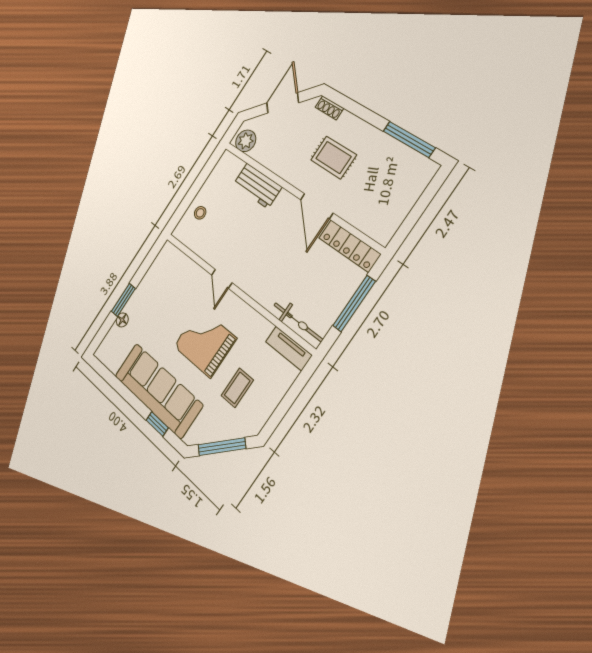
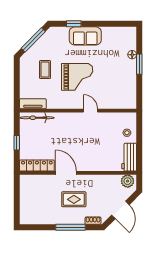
window: (409, 139) -> (71, 227), moved
workbench: (257, 186) -> (129, 157), moved, turned -90
window: (354, 304) -> (17, 143), width x0.46
sofa: (158, 390) -> (85, 36), width x0.54, depth x0.79

